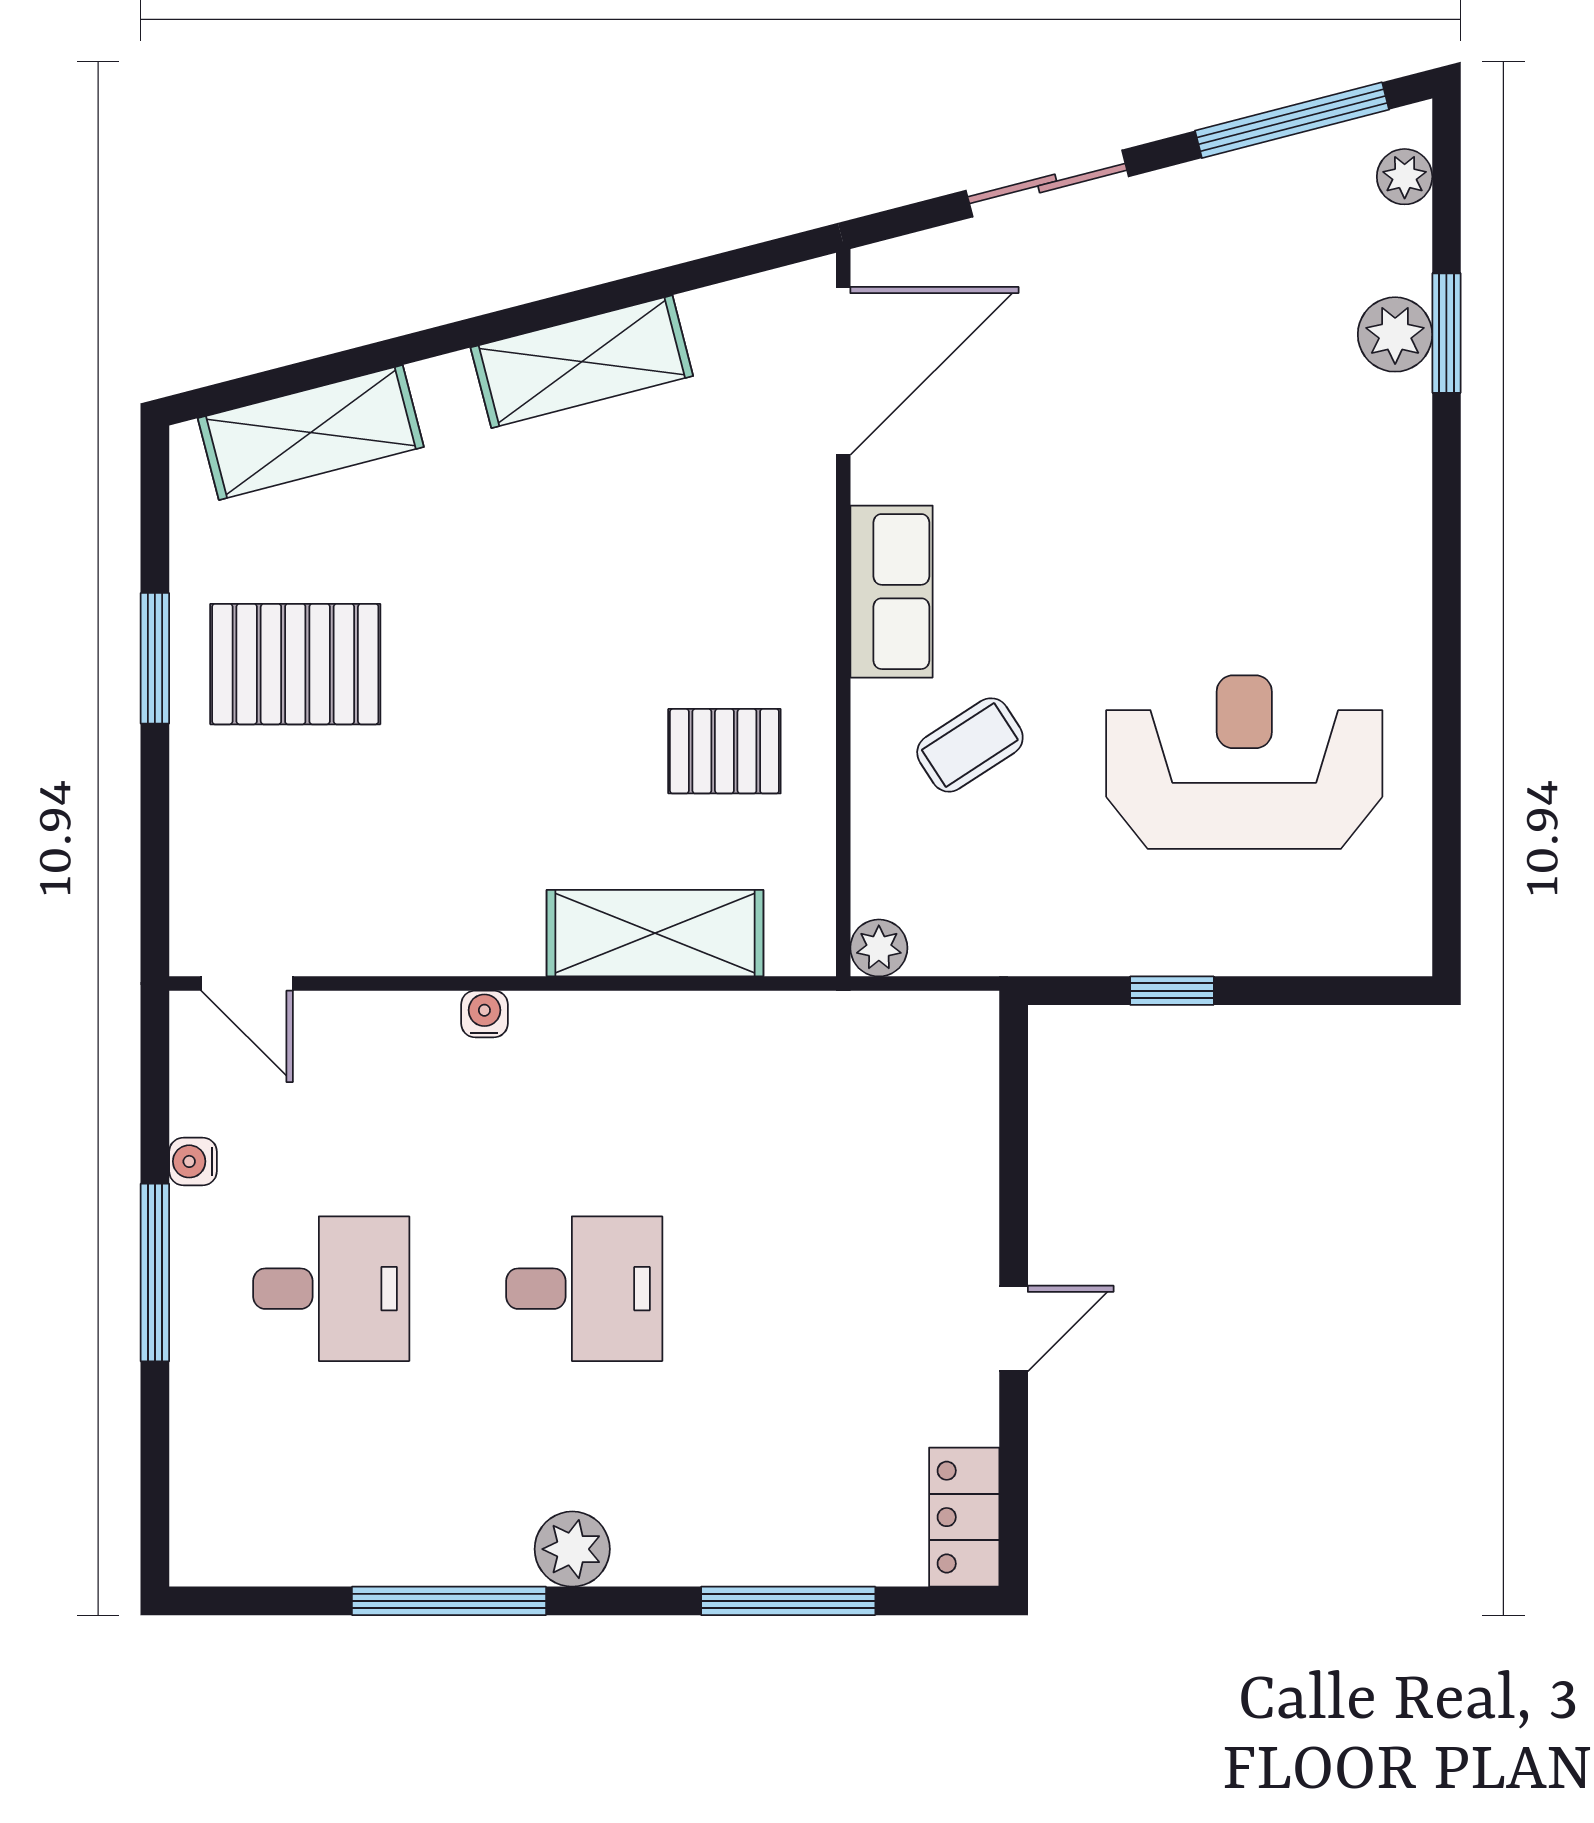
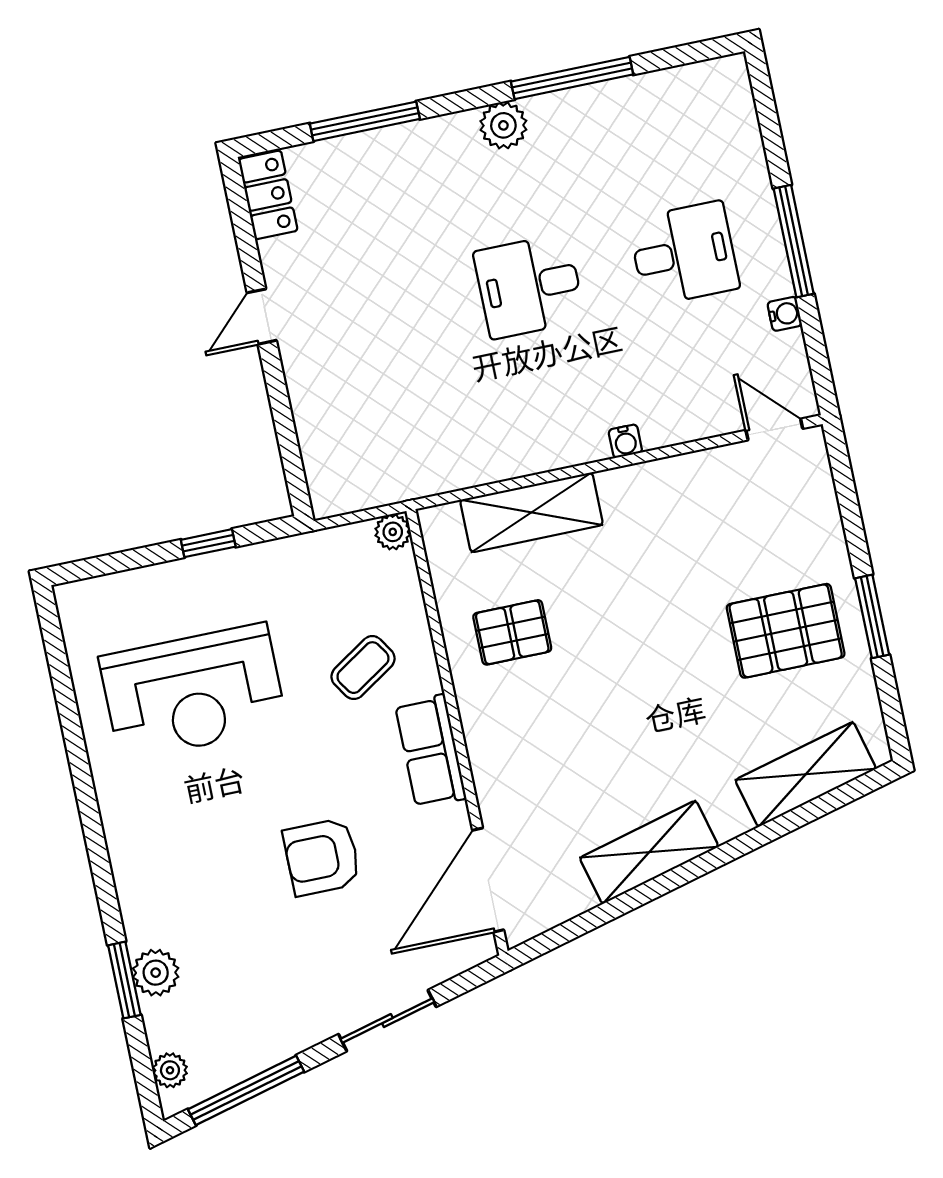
armchair: (1096, 461) -> (322, 857), added
desk: (331, 1289) -> (684, 254), turned 180

